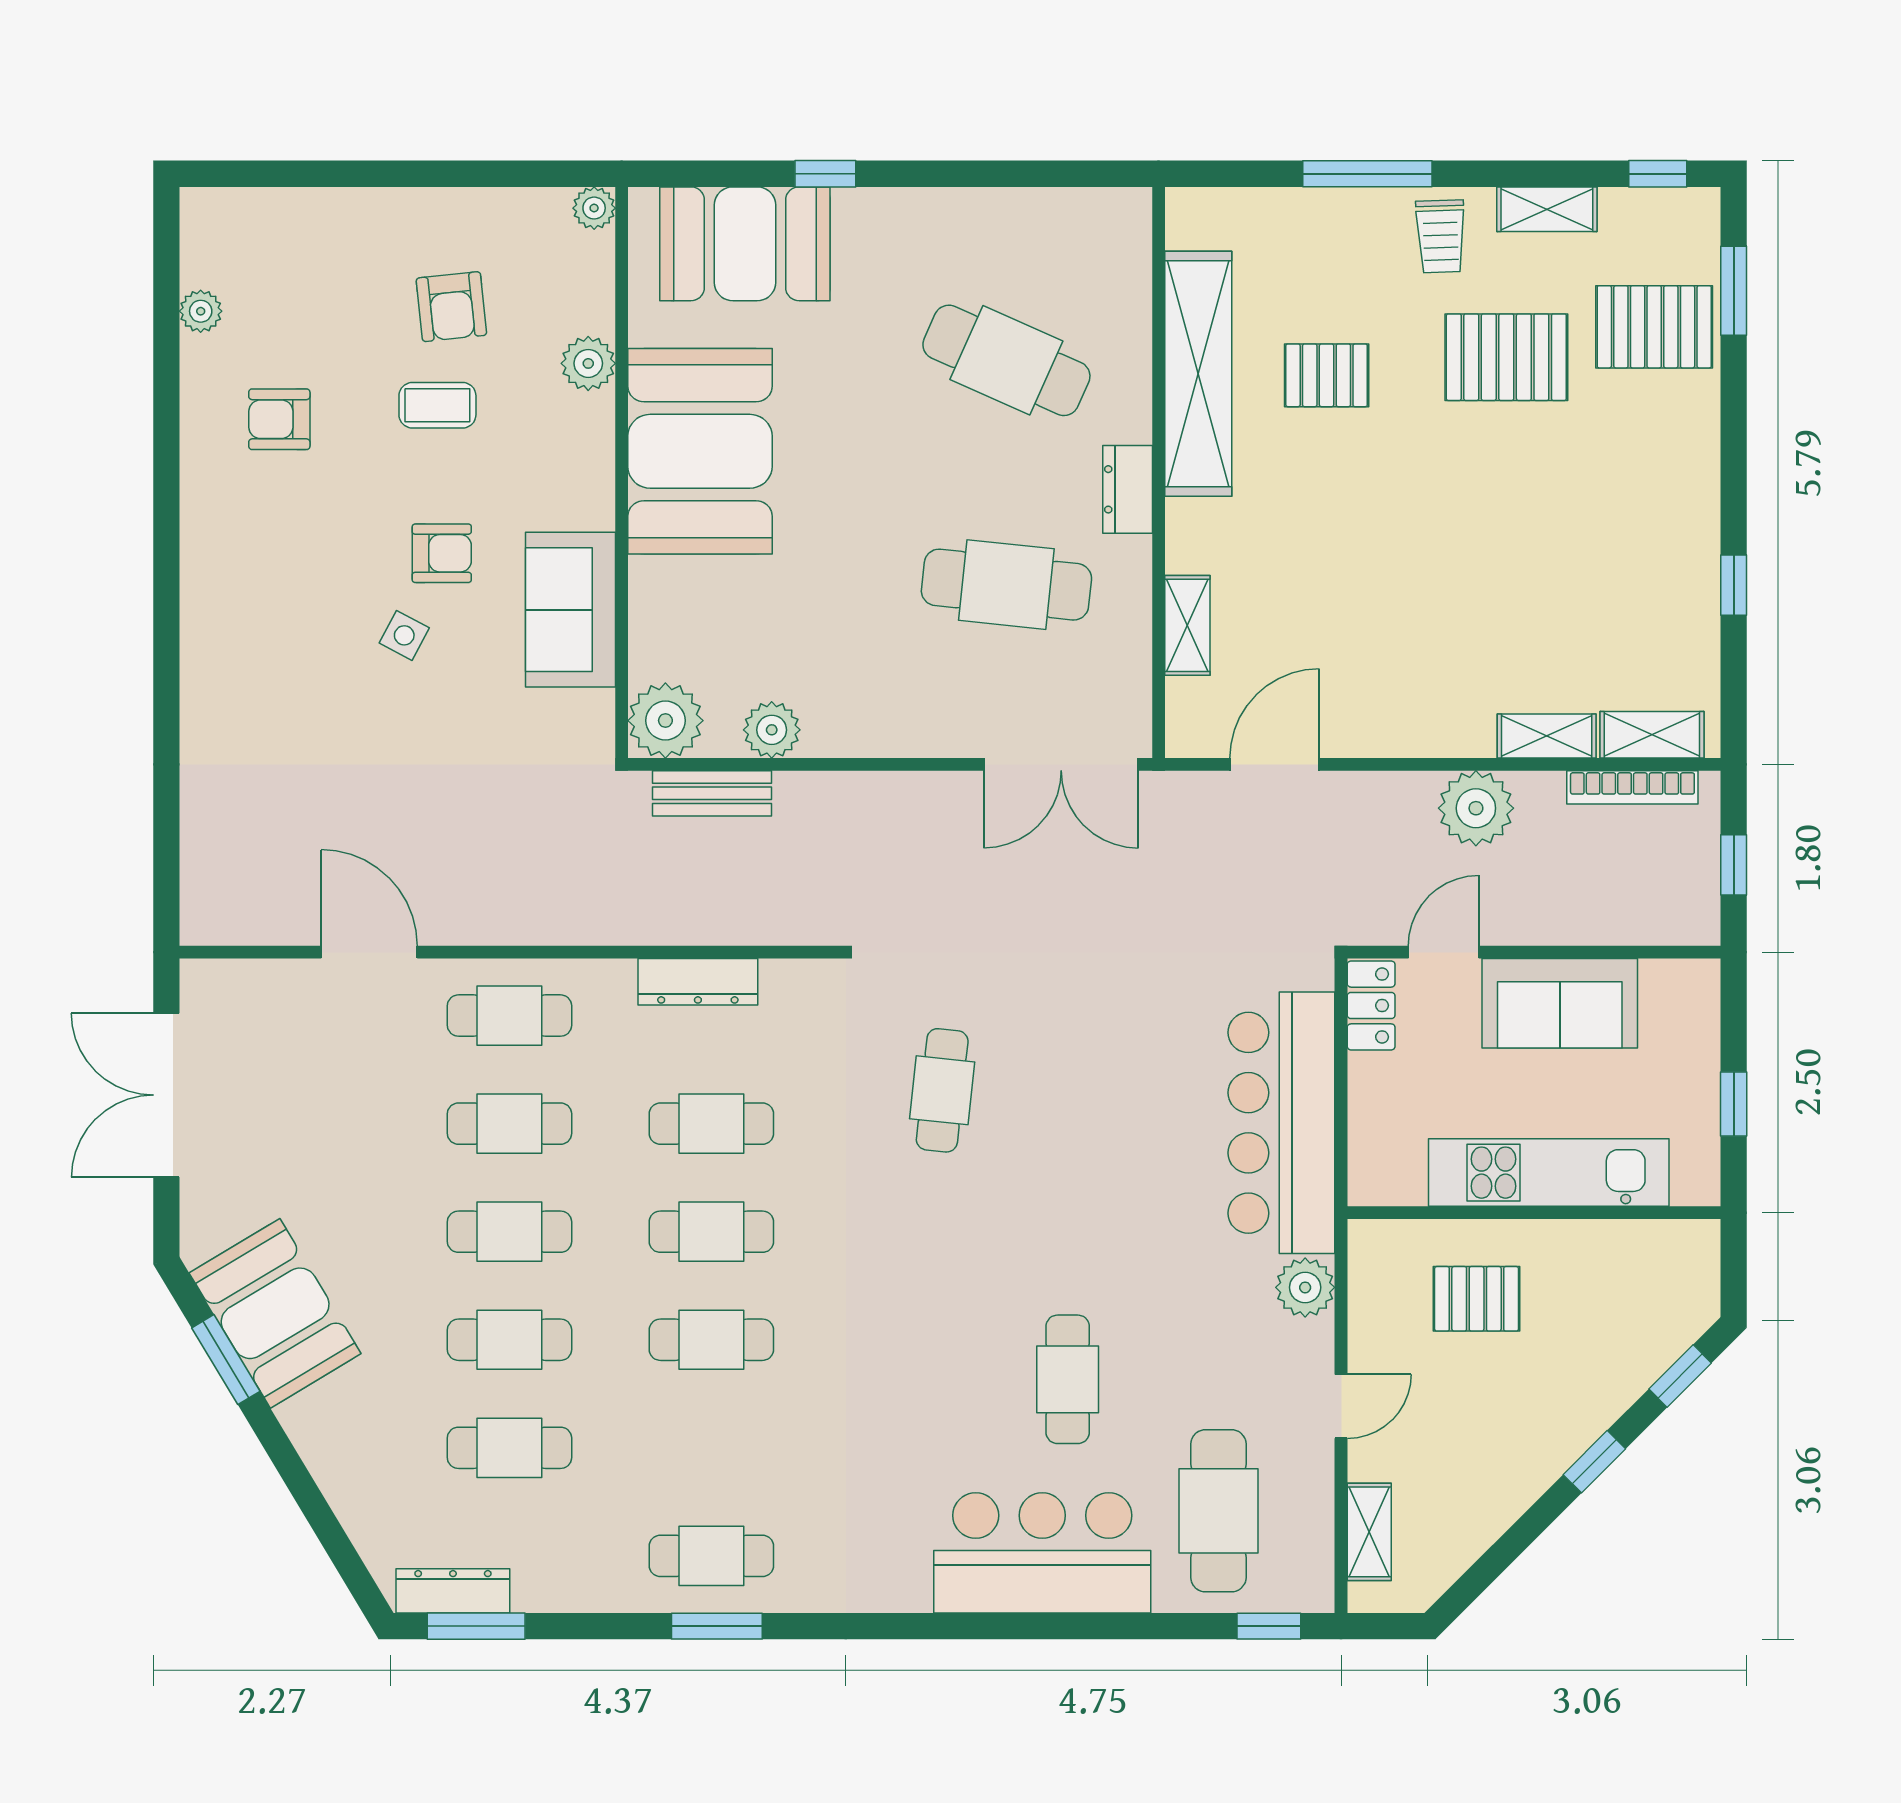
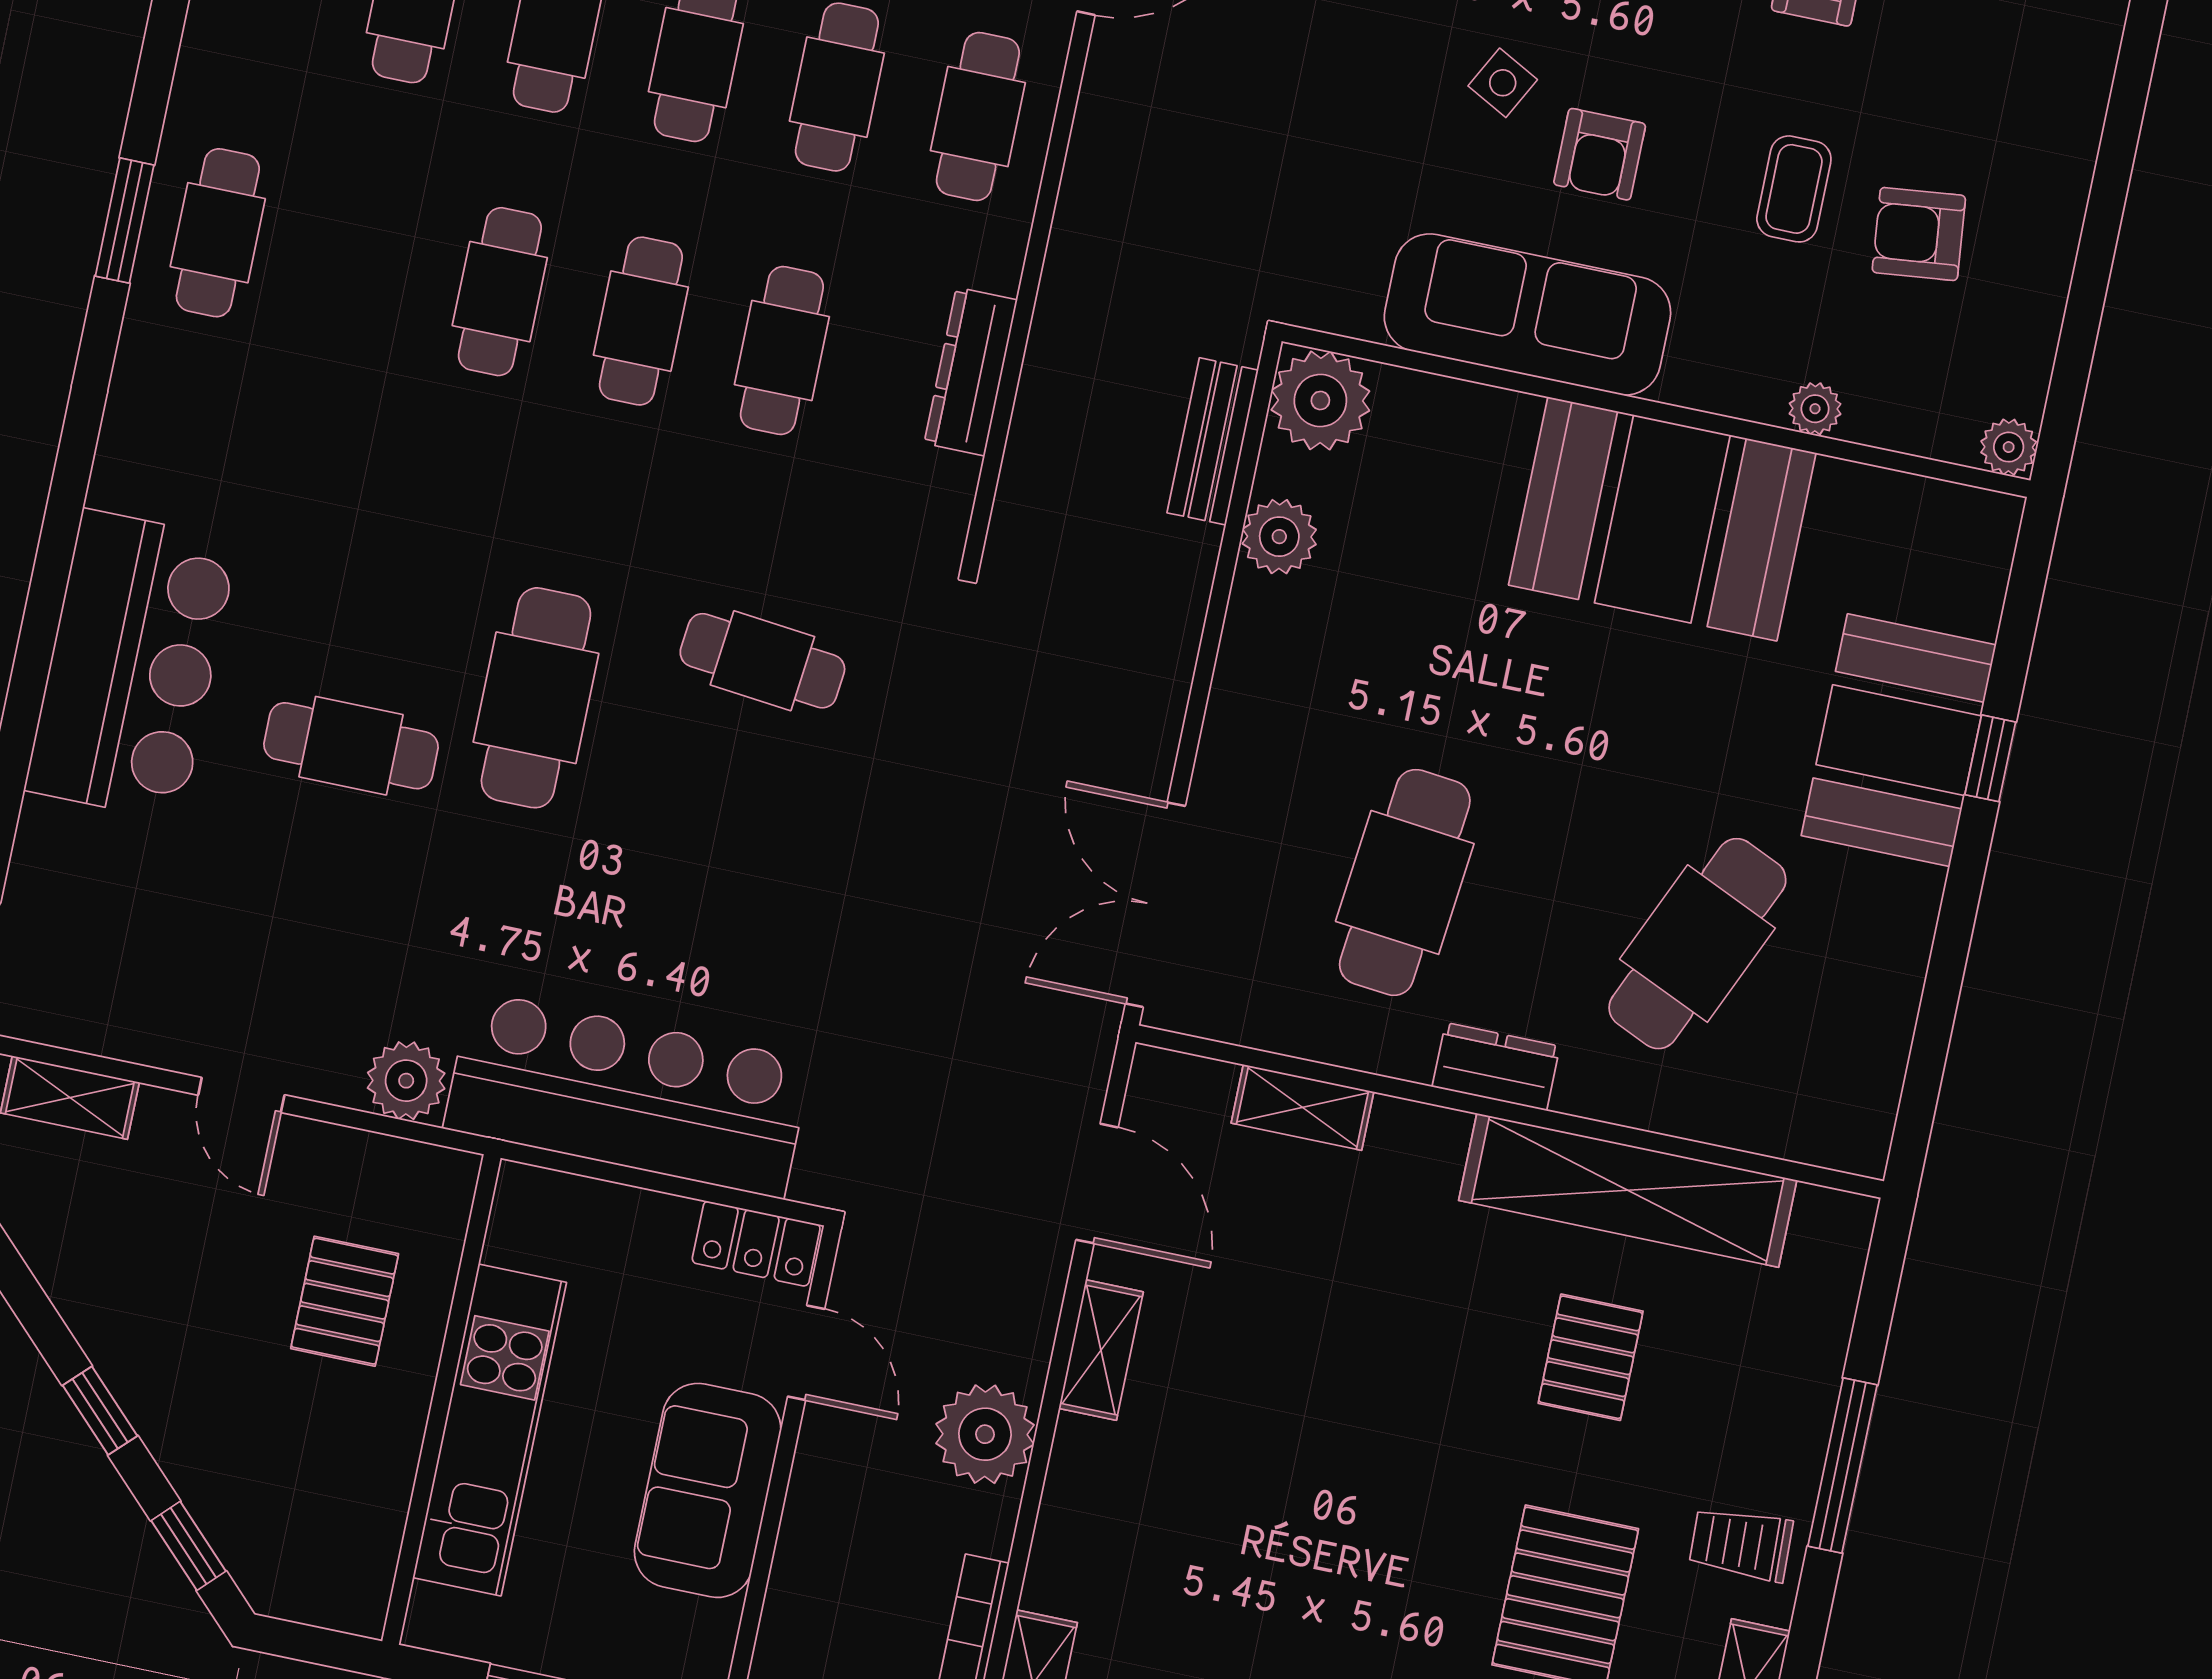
booth: (745, 244) -> (1899, 740), moved
plant: (588, 363) -> (1815, 409), width x0.73, depth x0.73
sofa: (571, 610) -> (1527, 314), width x1.36
shelving: (1547, 736) -> (1101, 1350), moved
cafe table: (1218, 1511) -> (536, 698), moved, turned 90

